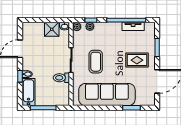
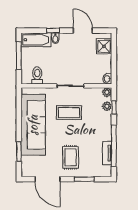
shower: (52, 29) -> (104, 46), moved
toilet: (61, 78) -> (37, 75), moved

